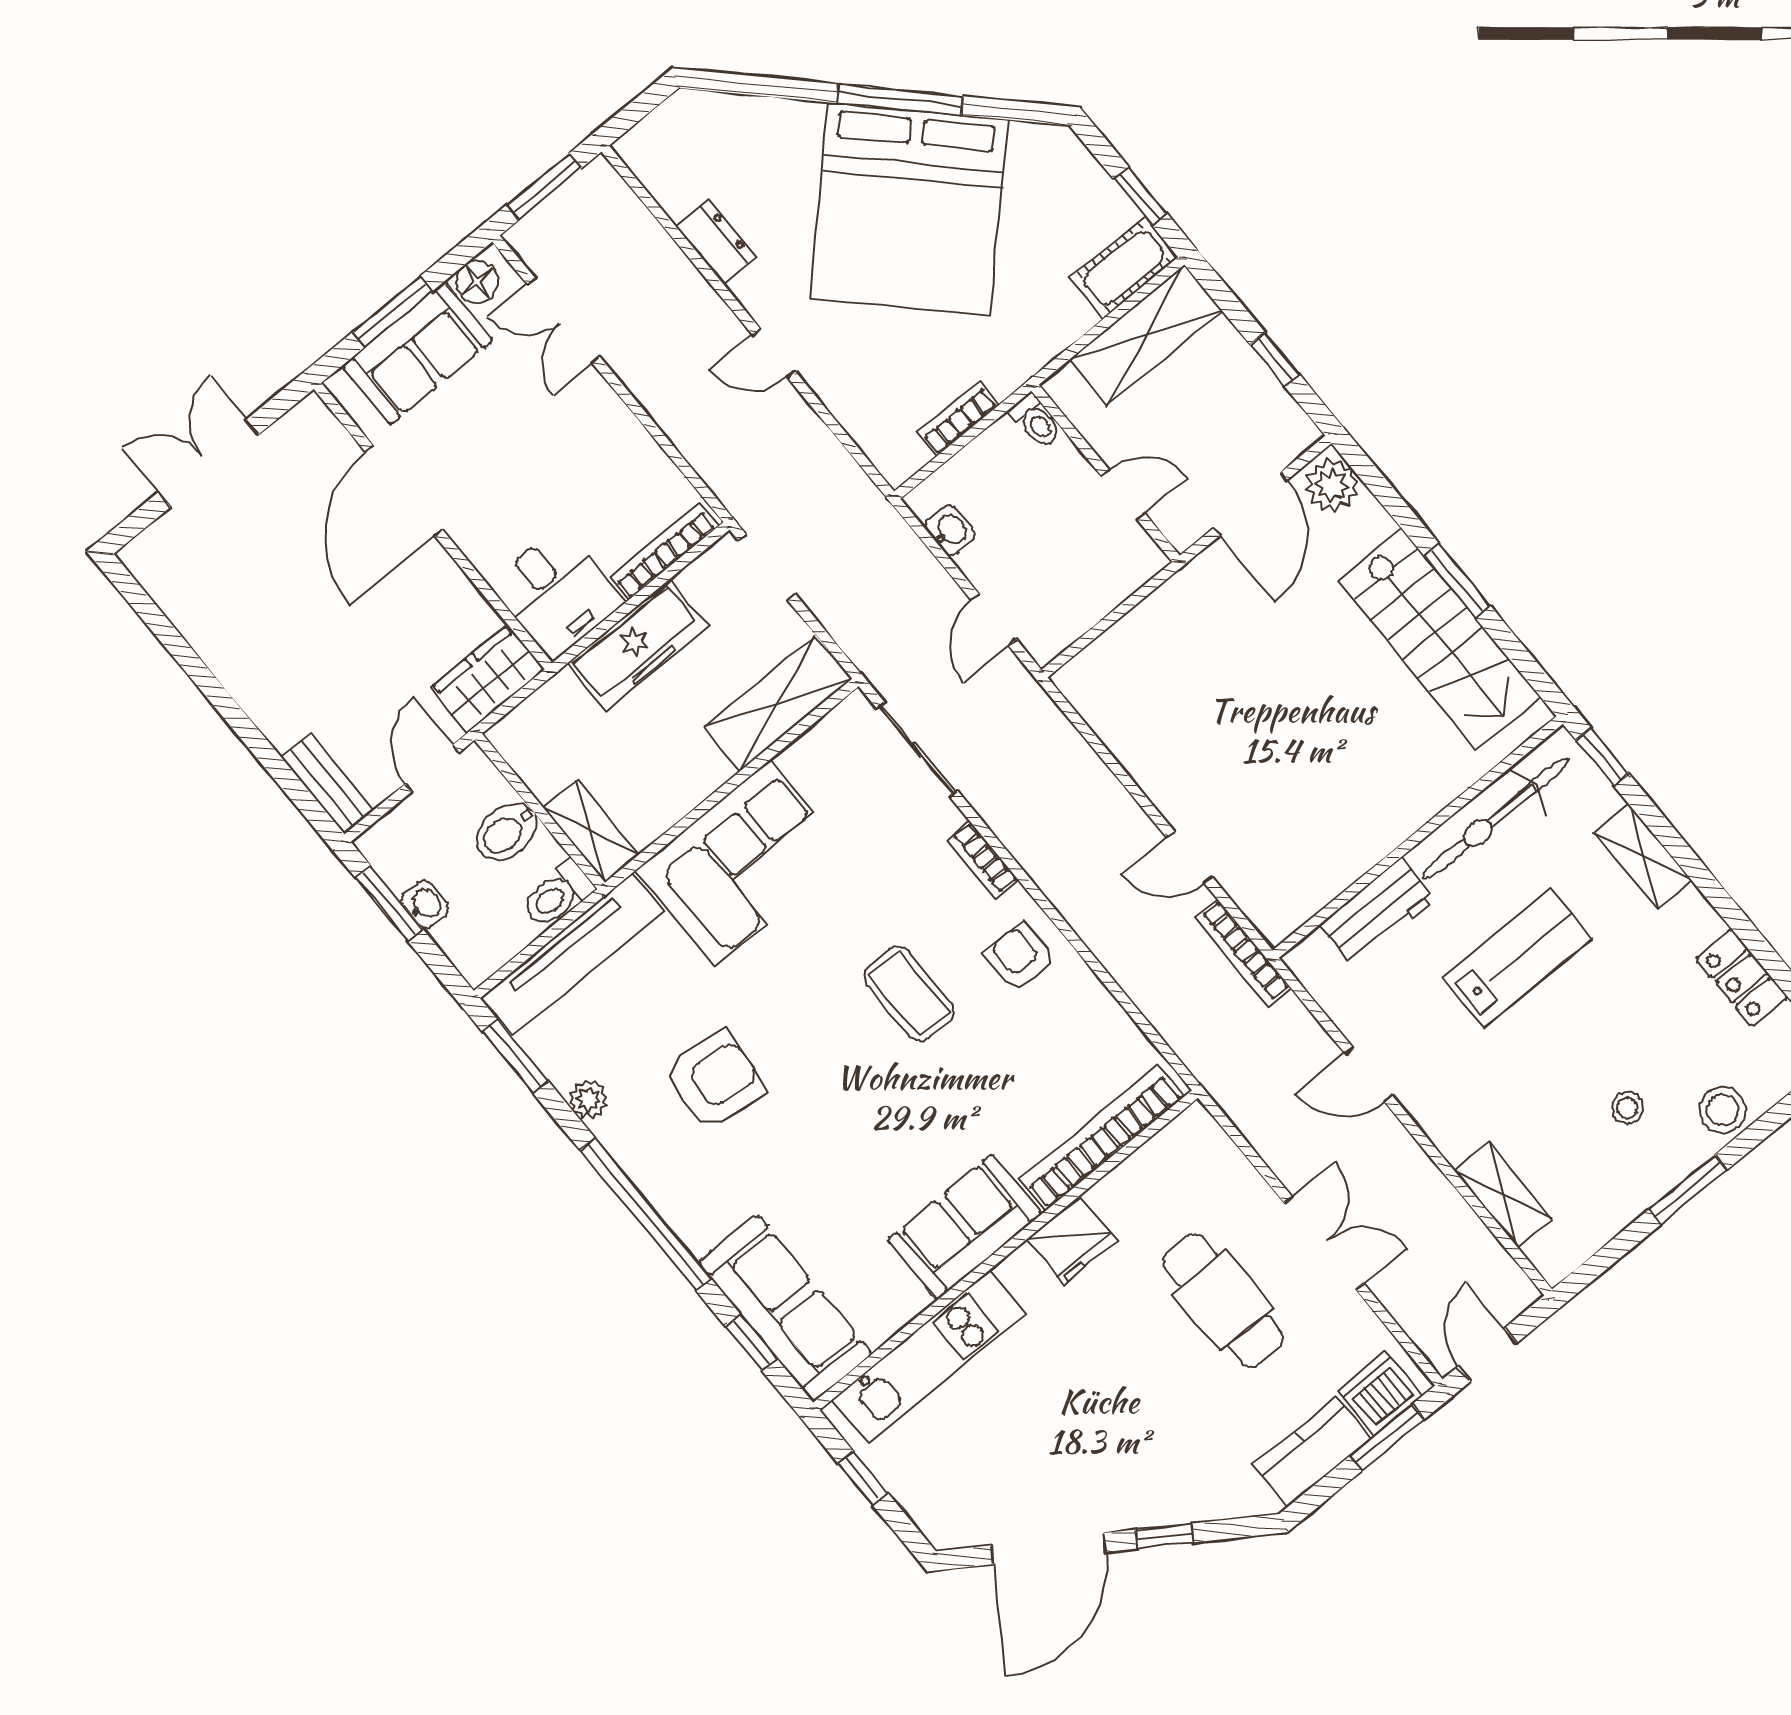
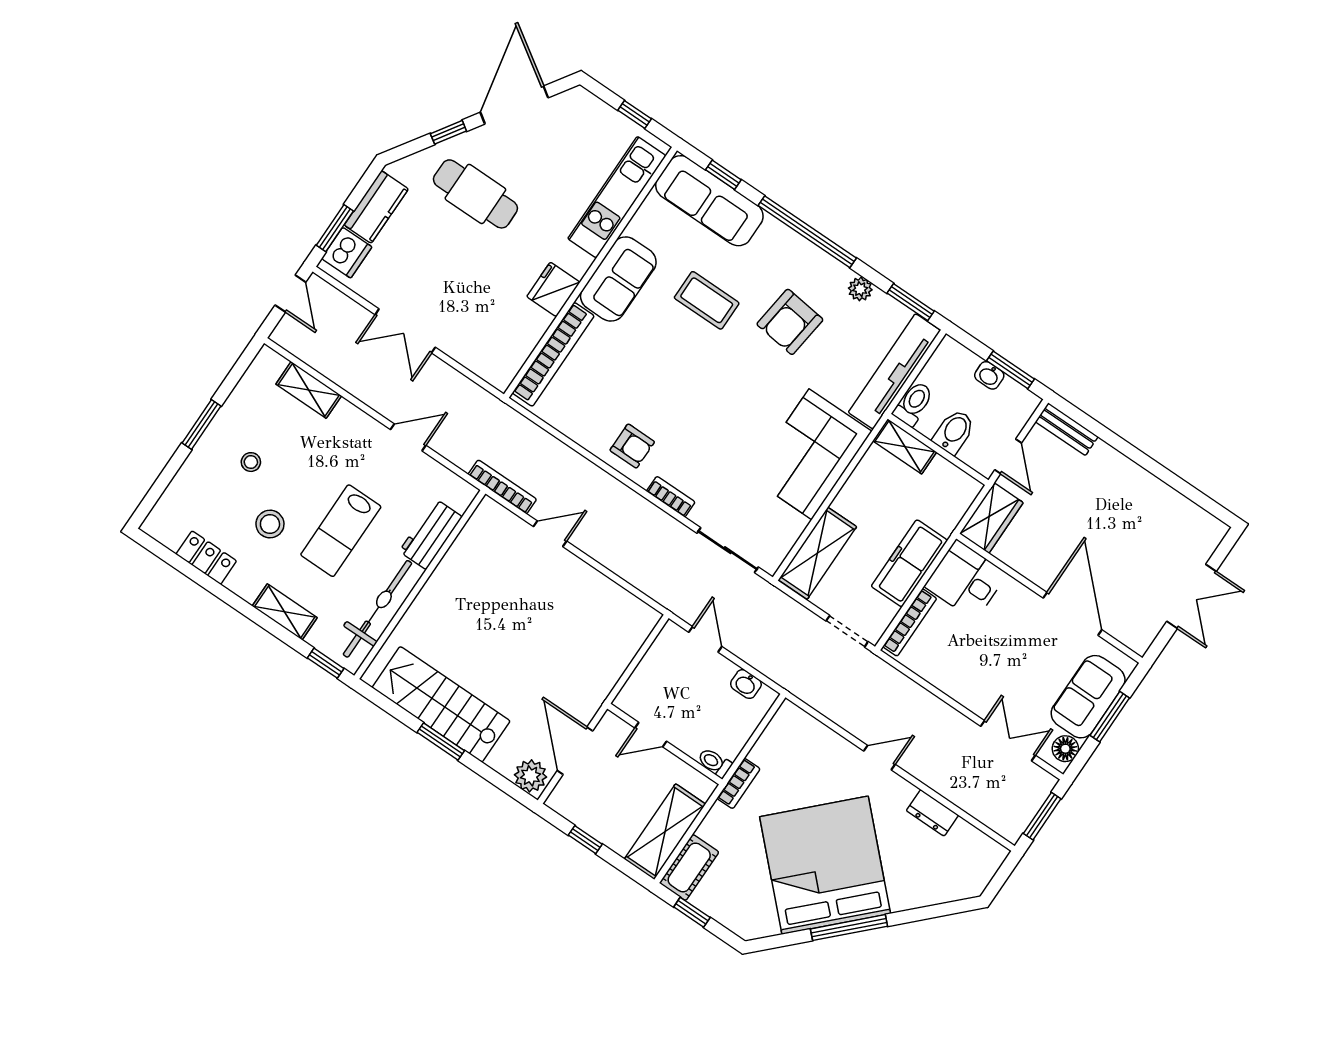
bookcase: (958, 418) -> (739, 783), moved
coffee table: (909, 994) -> (707, 300), moved
stool: (1723, 1110) -> (270, 524), moved
cafe table: (1223, 1301) -> (475, 194), moved

